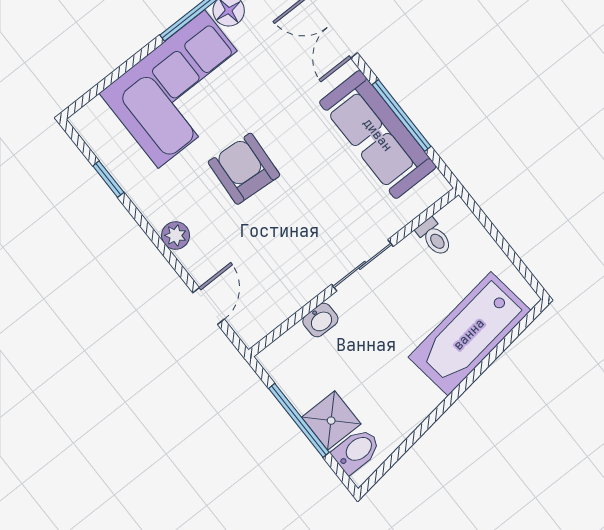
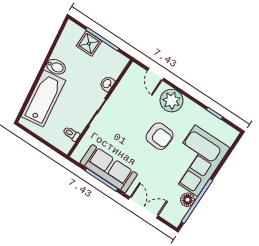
plant: (176, 235) -> (172, 101), width x1.87, depth x1.87
bidet: (356, 451) -> (56, 67), moved, turned -98

